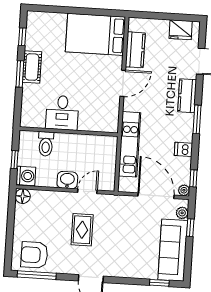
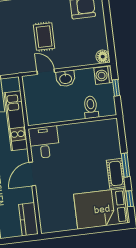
bed: (95, 34) -> (102, 209), moved, turned 180
kitchen counter: (135, 50) -> (28, 219), moved
desk: (62, 113) -> (44, 142), moved
door: (87, 191) -> (46, 72), swing flipped

